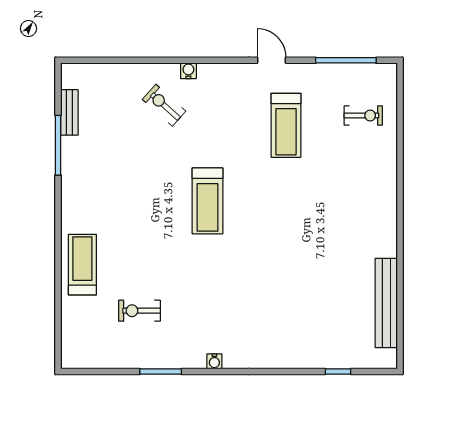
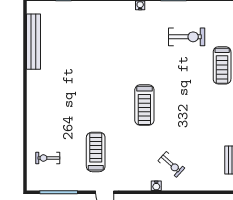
treadmill: (208, 201) -> (144, 105), turned 180
exercise bike: (139, 311) -> (187, 37), width x1.38, depth x1.39

